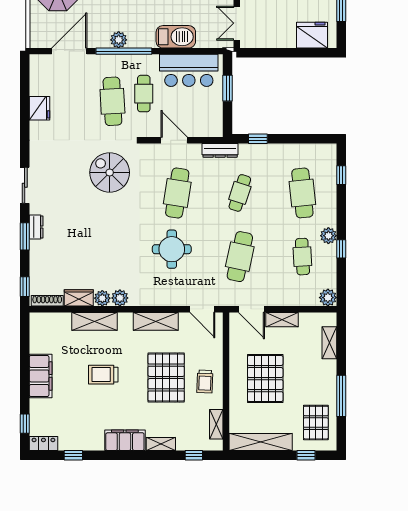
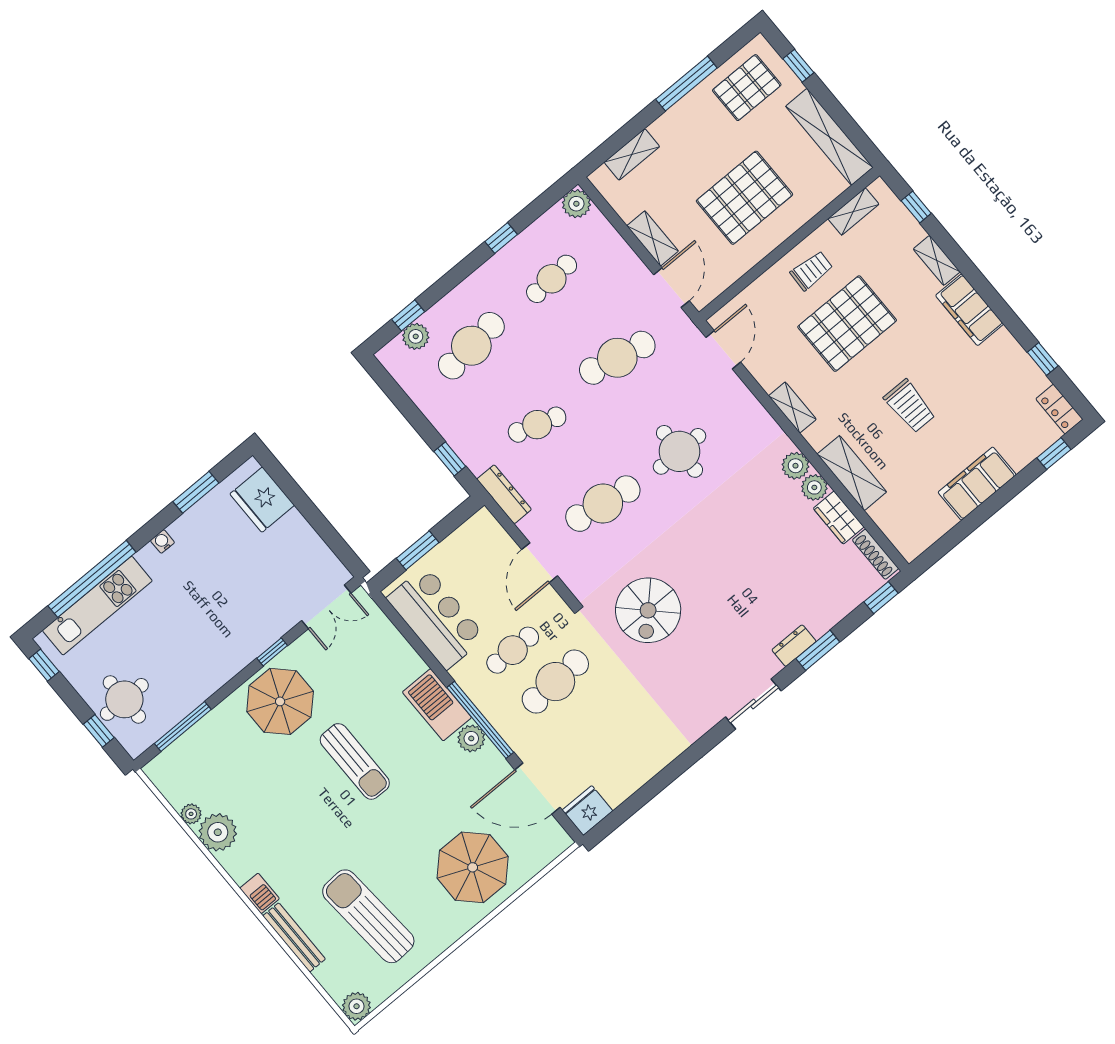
barbecue: (176, 37) -> (437, 705), moved
fridge: (40, 108) -> (588, 811), moved
plant: (328, 236) -> (416, 336), moved
shelving: (156, 321) -> (792, 408), width x0.67, depth x0.75

